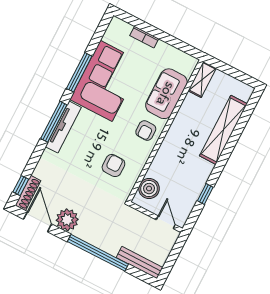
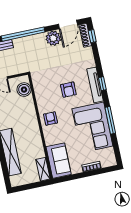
sofa: (166, 94) -> (59, 161), moved
window: (54, 122) -> (102, 84), width x0.46
armchair: (113, 166) -> (68, 90), moved
door: (38, 222) -> (68, 24), hinge flipped

